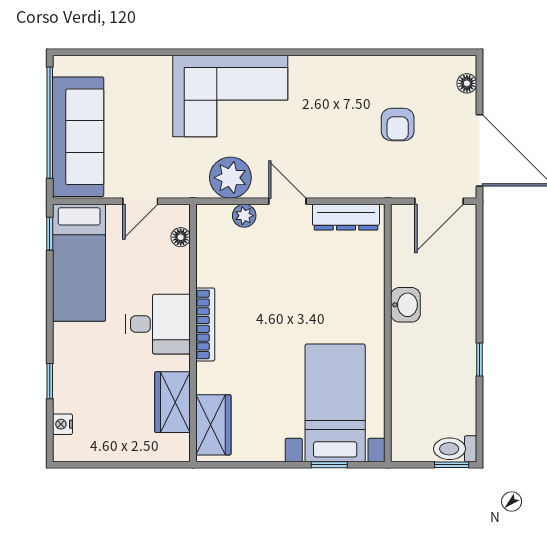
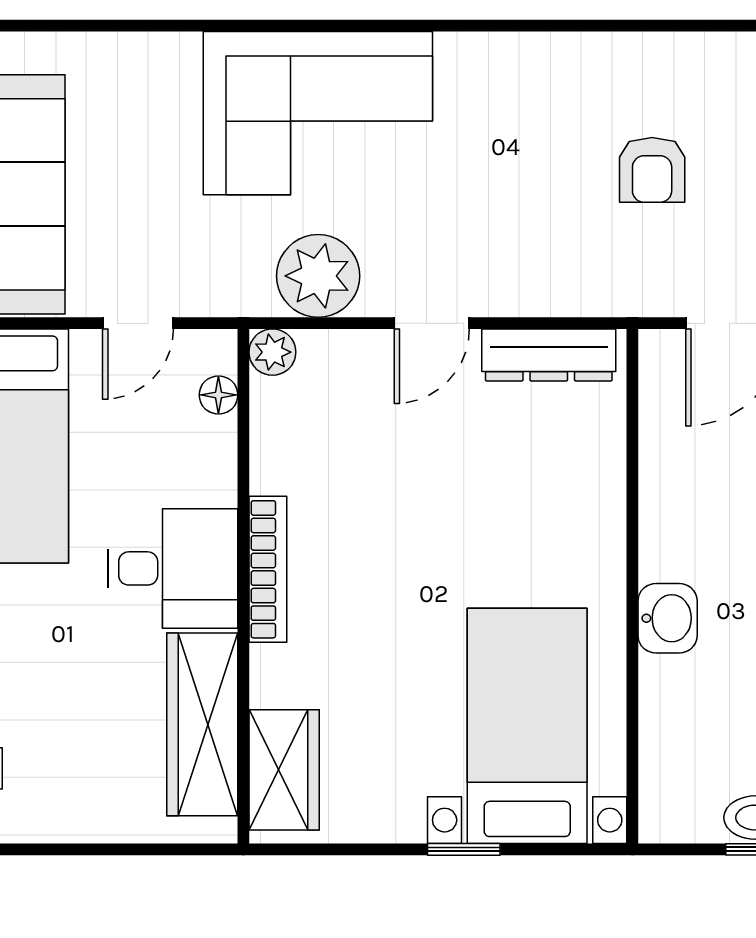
door: (287, 201) -> (432, 323), swing flipped
plant: (244, 216) -> (272, 352), moved
washbasin: (405, 305) -> (668, 618), moved
wardrobe: (172, 402) -> (202, 724), width x1.50
window: (329, 465) -> (464, 849), moved

